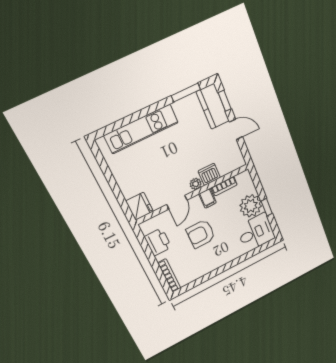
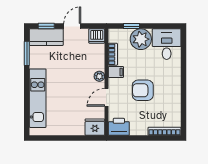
dishwasher: (209, 174) -> (97, 36), moved, turned -90
door: (177, 202) -> (106, 97), swing flipped
window: (267, 207) -> (132, 26), moved
armchair: (201, 234) -> (143, 90), turned 90
printer: (158, 242) -> (119, 127), moved

